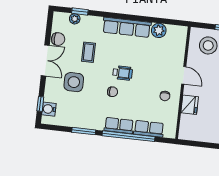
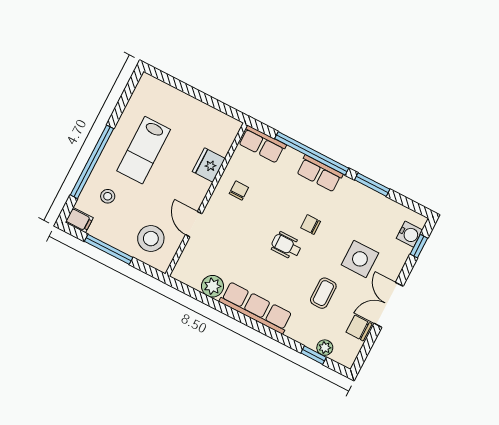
door: (184, 75) -> (194, 224), moved
row of seats: (149, 129) -> (262, 144), moved

